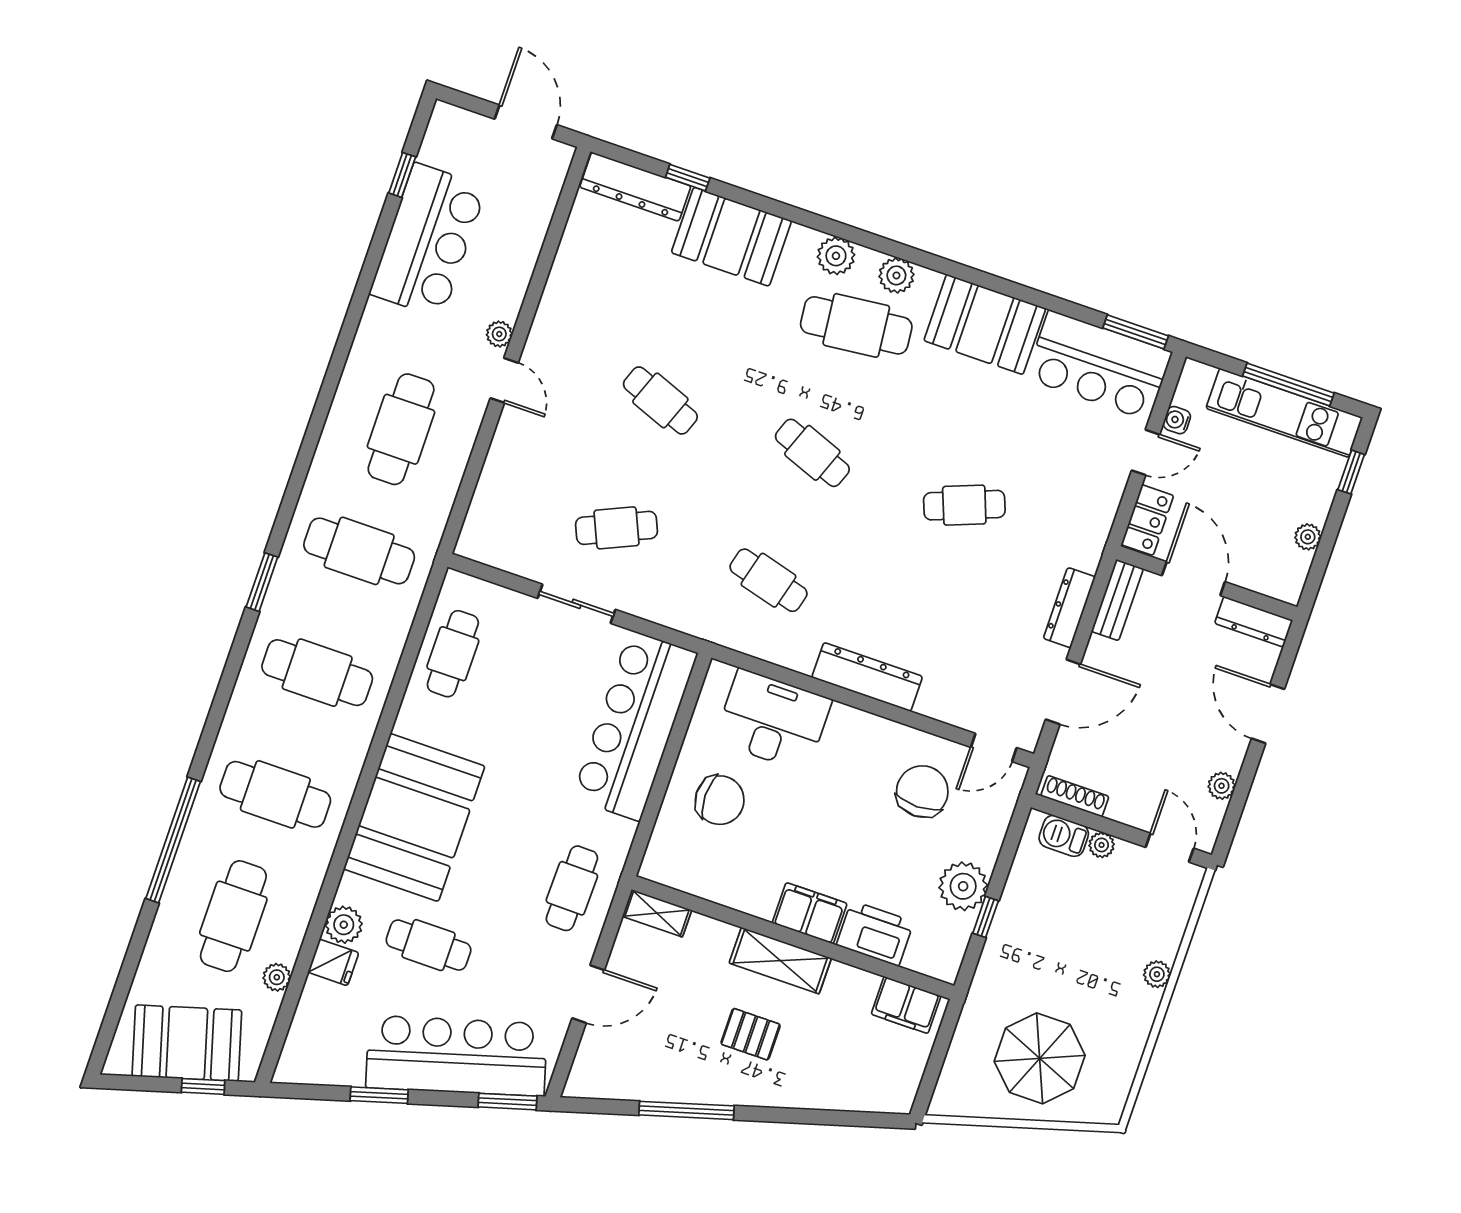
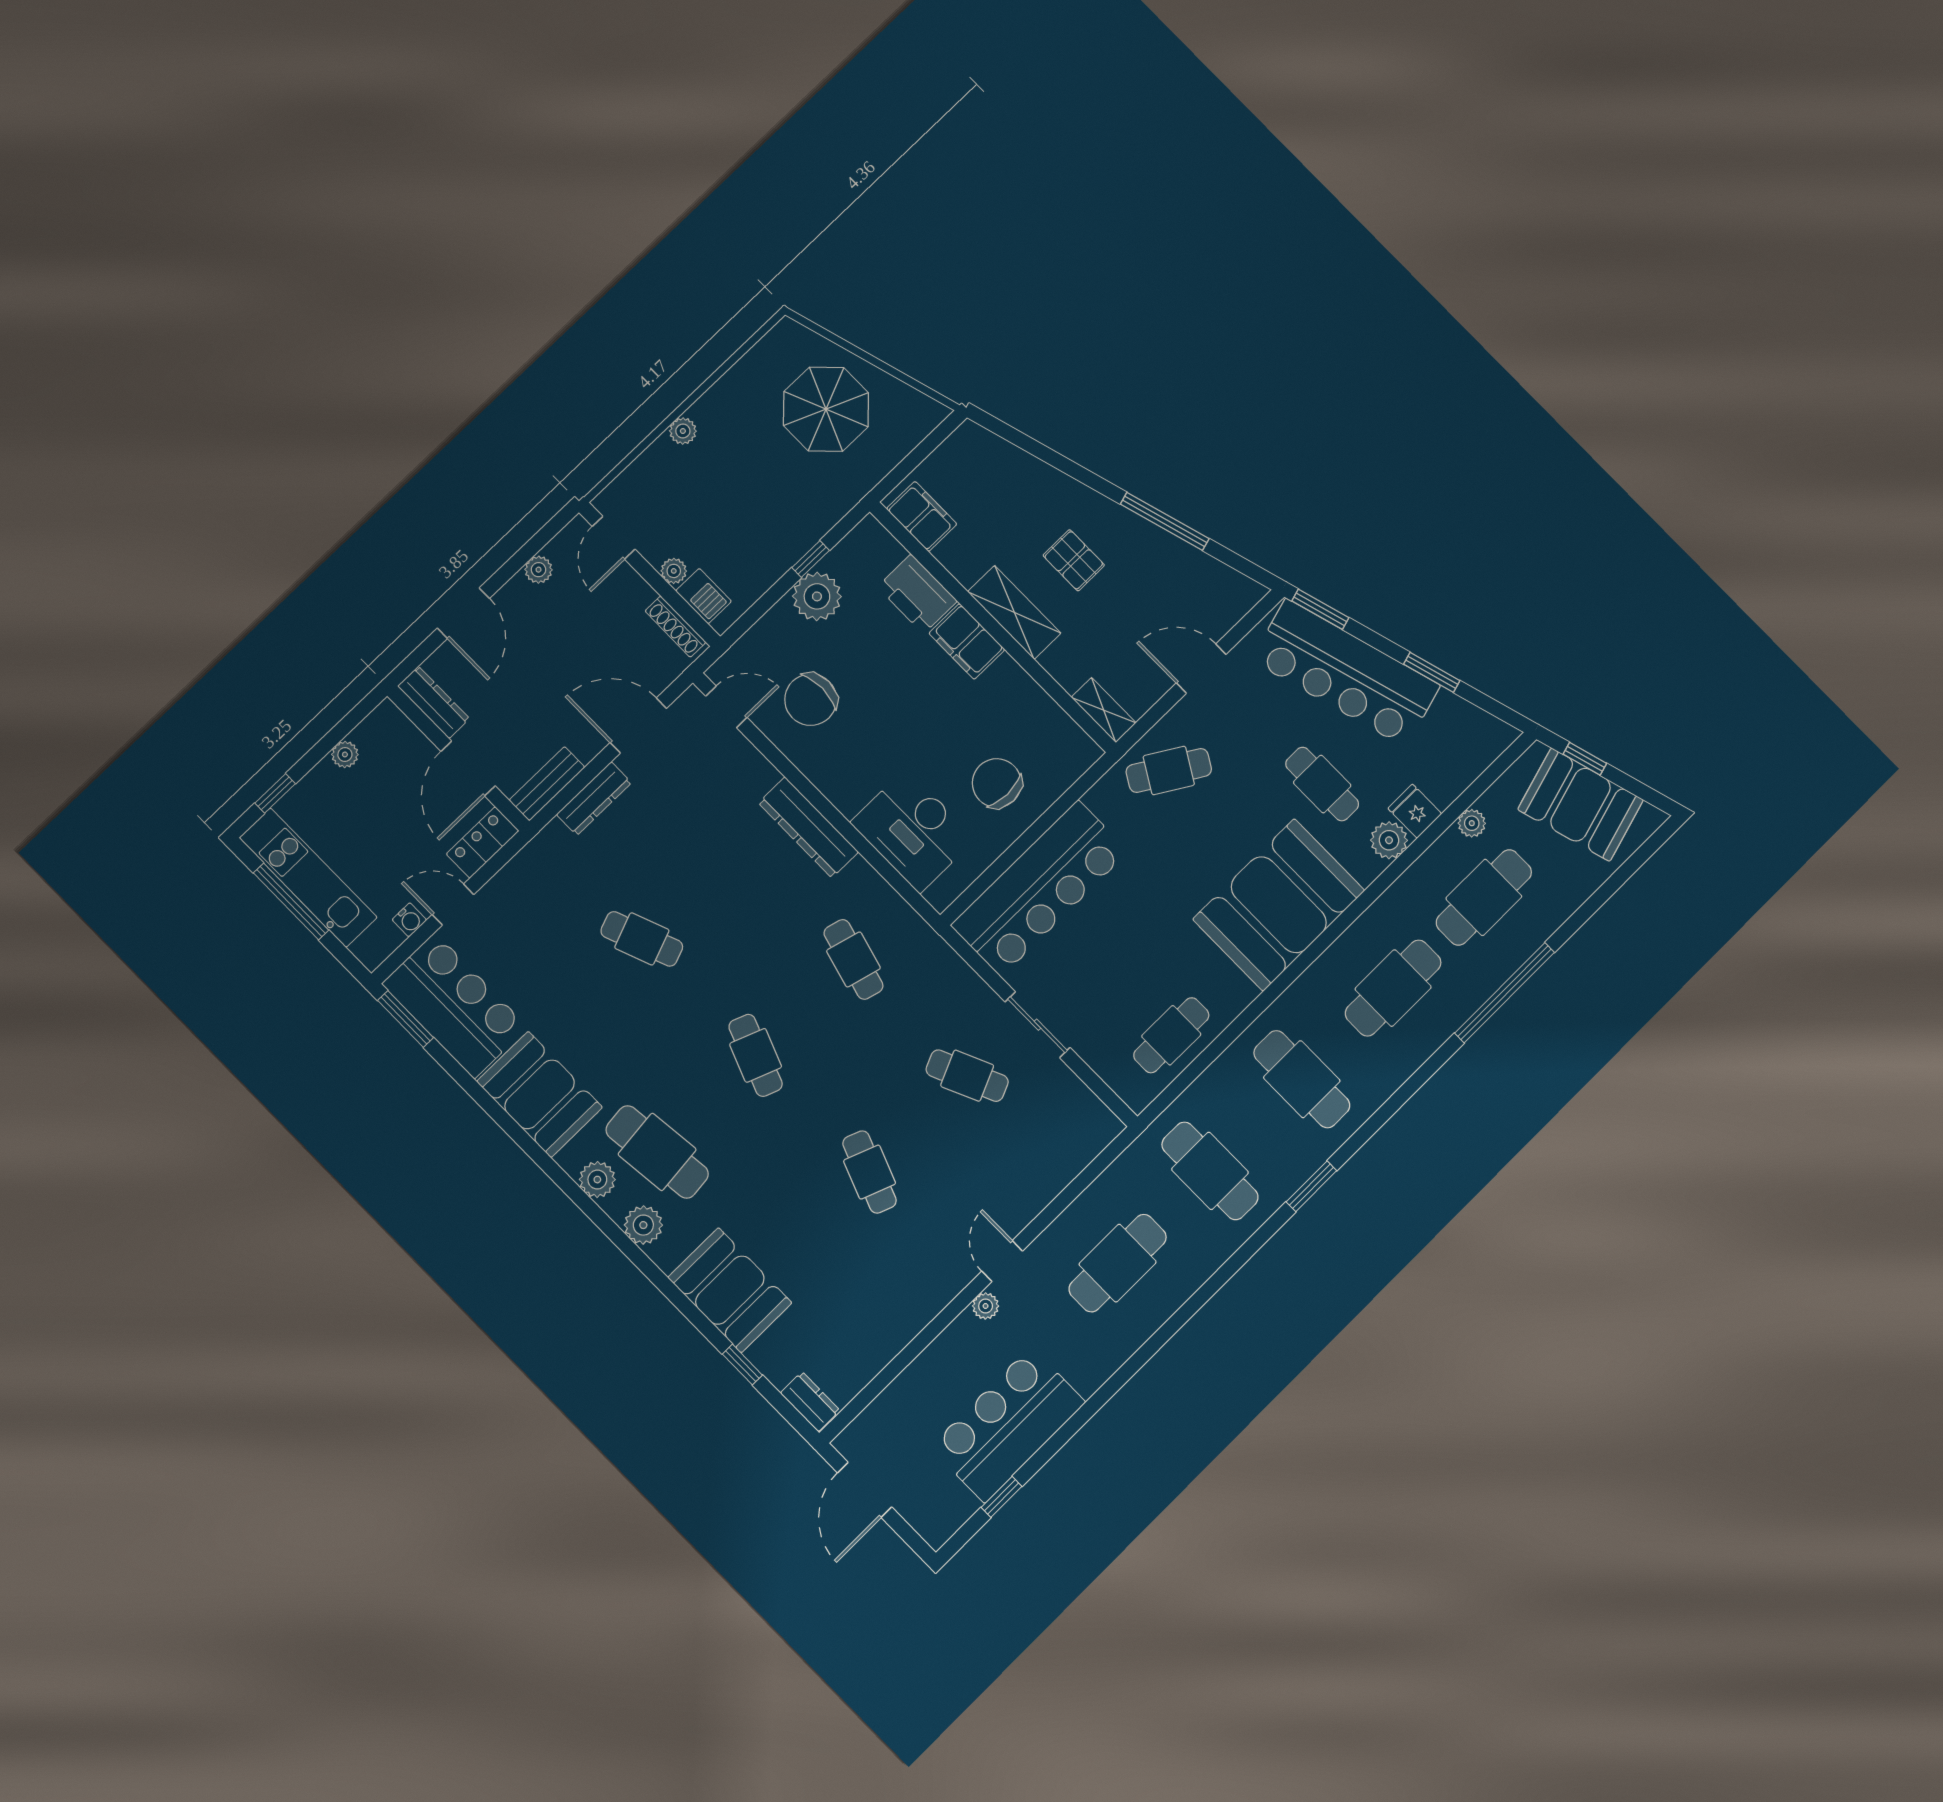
dresser: (635, 187) -> (810, 1402), width x0.51, depth x0.80
cafe table: (275, 794) -> (1393, 988), turned 90
cafe table: (572, 888) -> (1169, 770), turned 30

